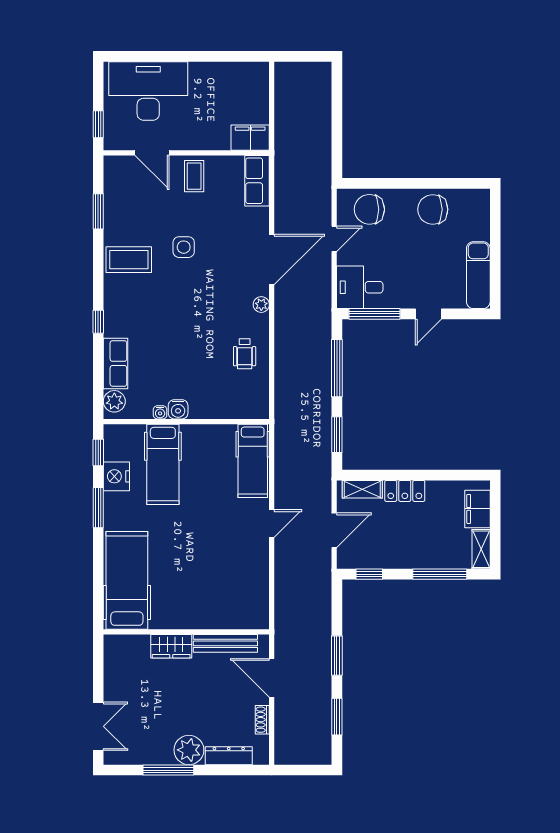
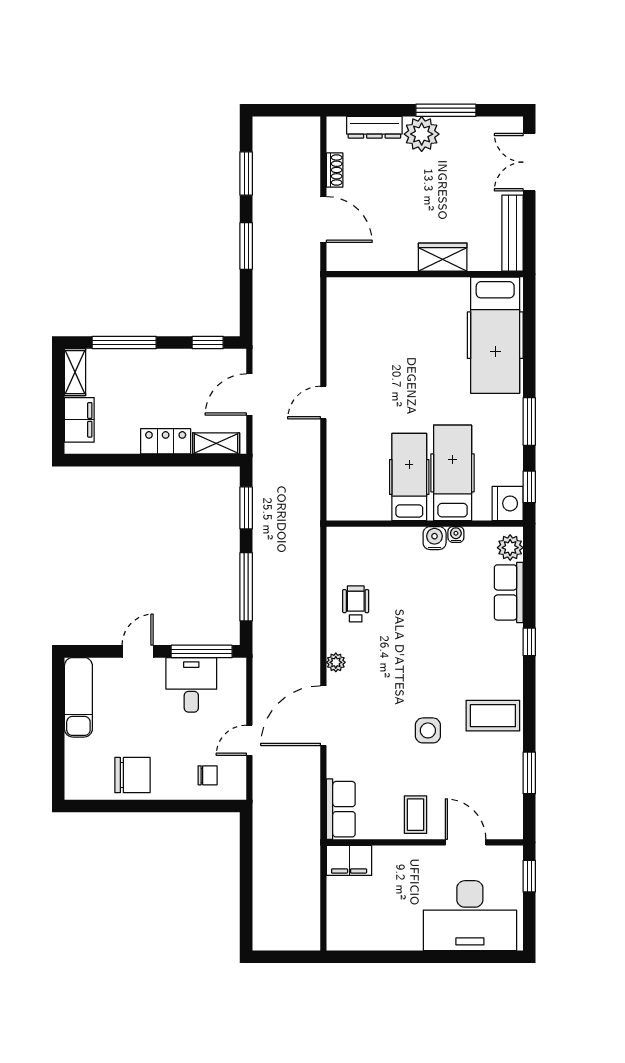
chair: (369, 209) -> (208, 775), width x0.54, depth x0.54
desk: (360, 287) -> (191, 685), moved, turned -90
hospital bed: (253, 461) -> (409, 477), moved
nightstand: (116, 476) -> (508, 503), moved
bench: (225, 643) -> (512, 233), moved, turned 90

